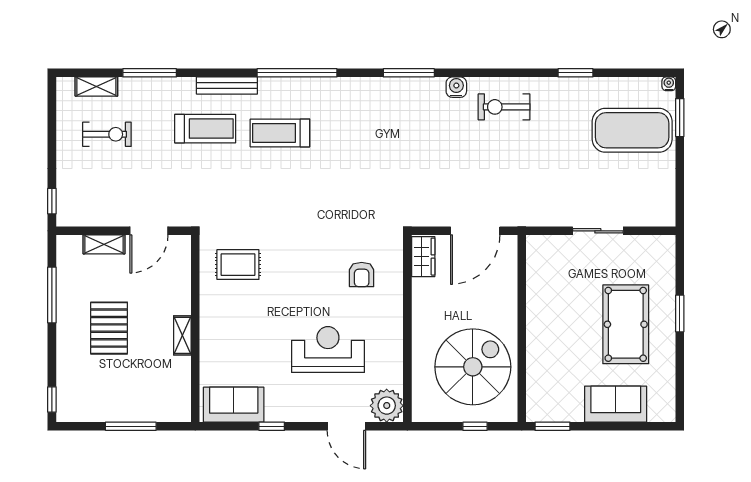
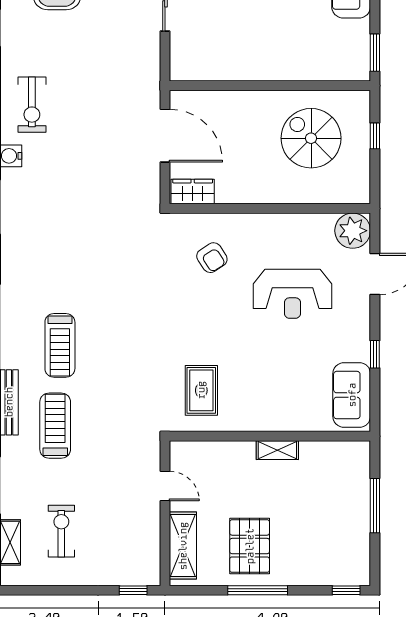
door: (149, 231) -> (165, 486), width x0.73
shelving: (104, 244) -> (183, 546), width x1.50, depth x1.33
armchair: (362, 275) -> (212, 258), turned 57
window: (52, 295) -> (258, 590), moved
pallet: (109, 328) -> (250, 546), moved, turned 90
reception desk: (328, 350) -> (292, 294), turned -90
spiral stairs: (473, 367) -> (311, 138), width x0.73, depth x0.73

